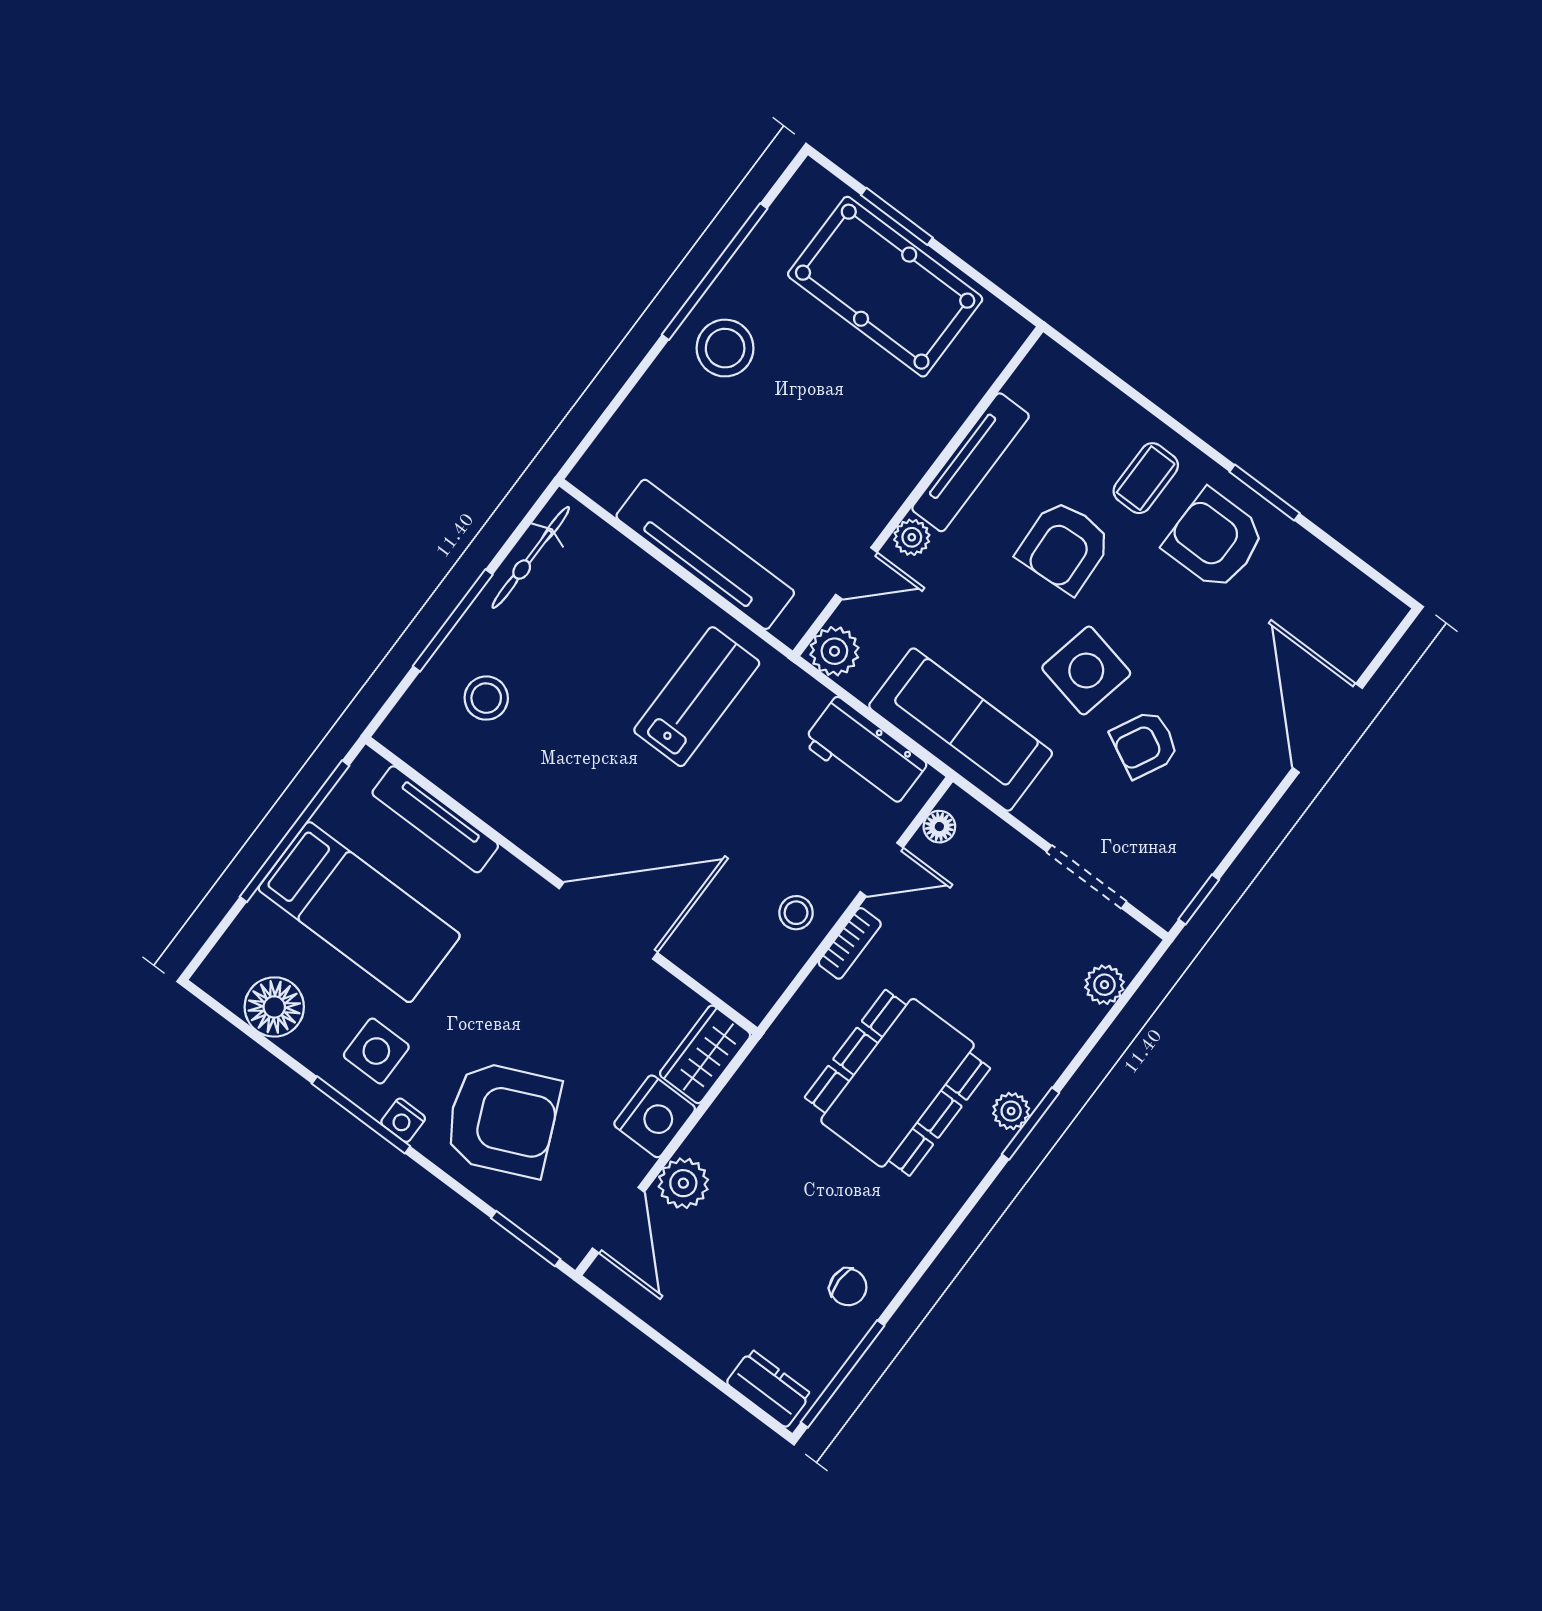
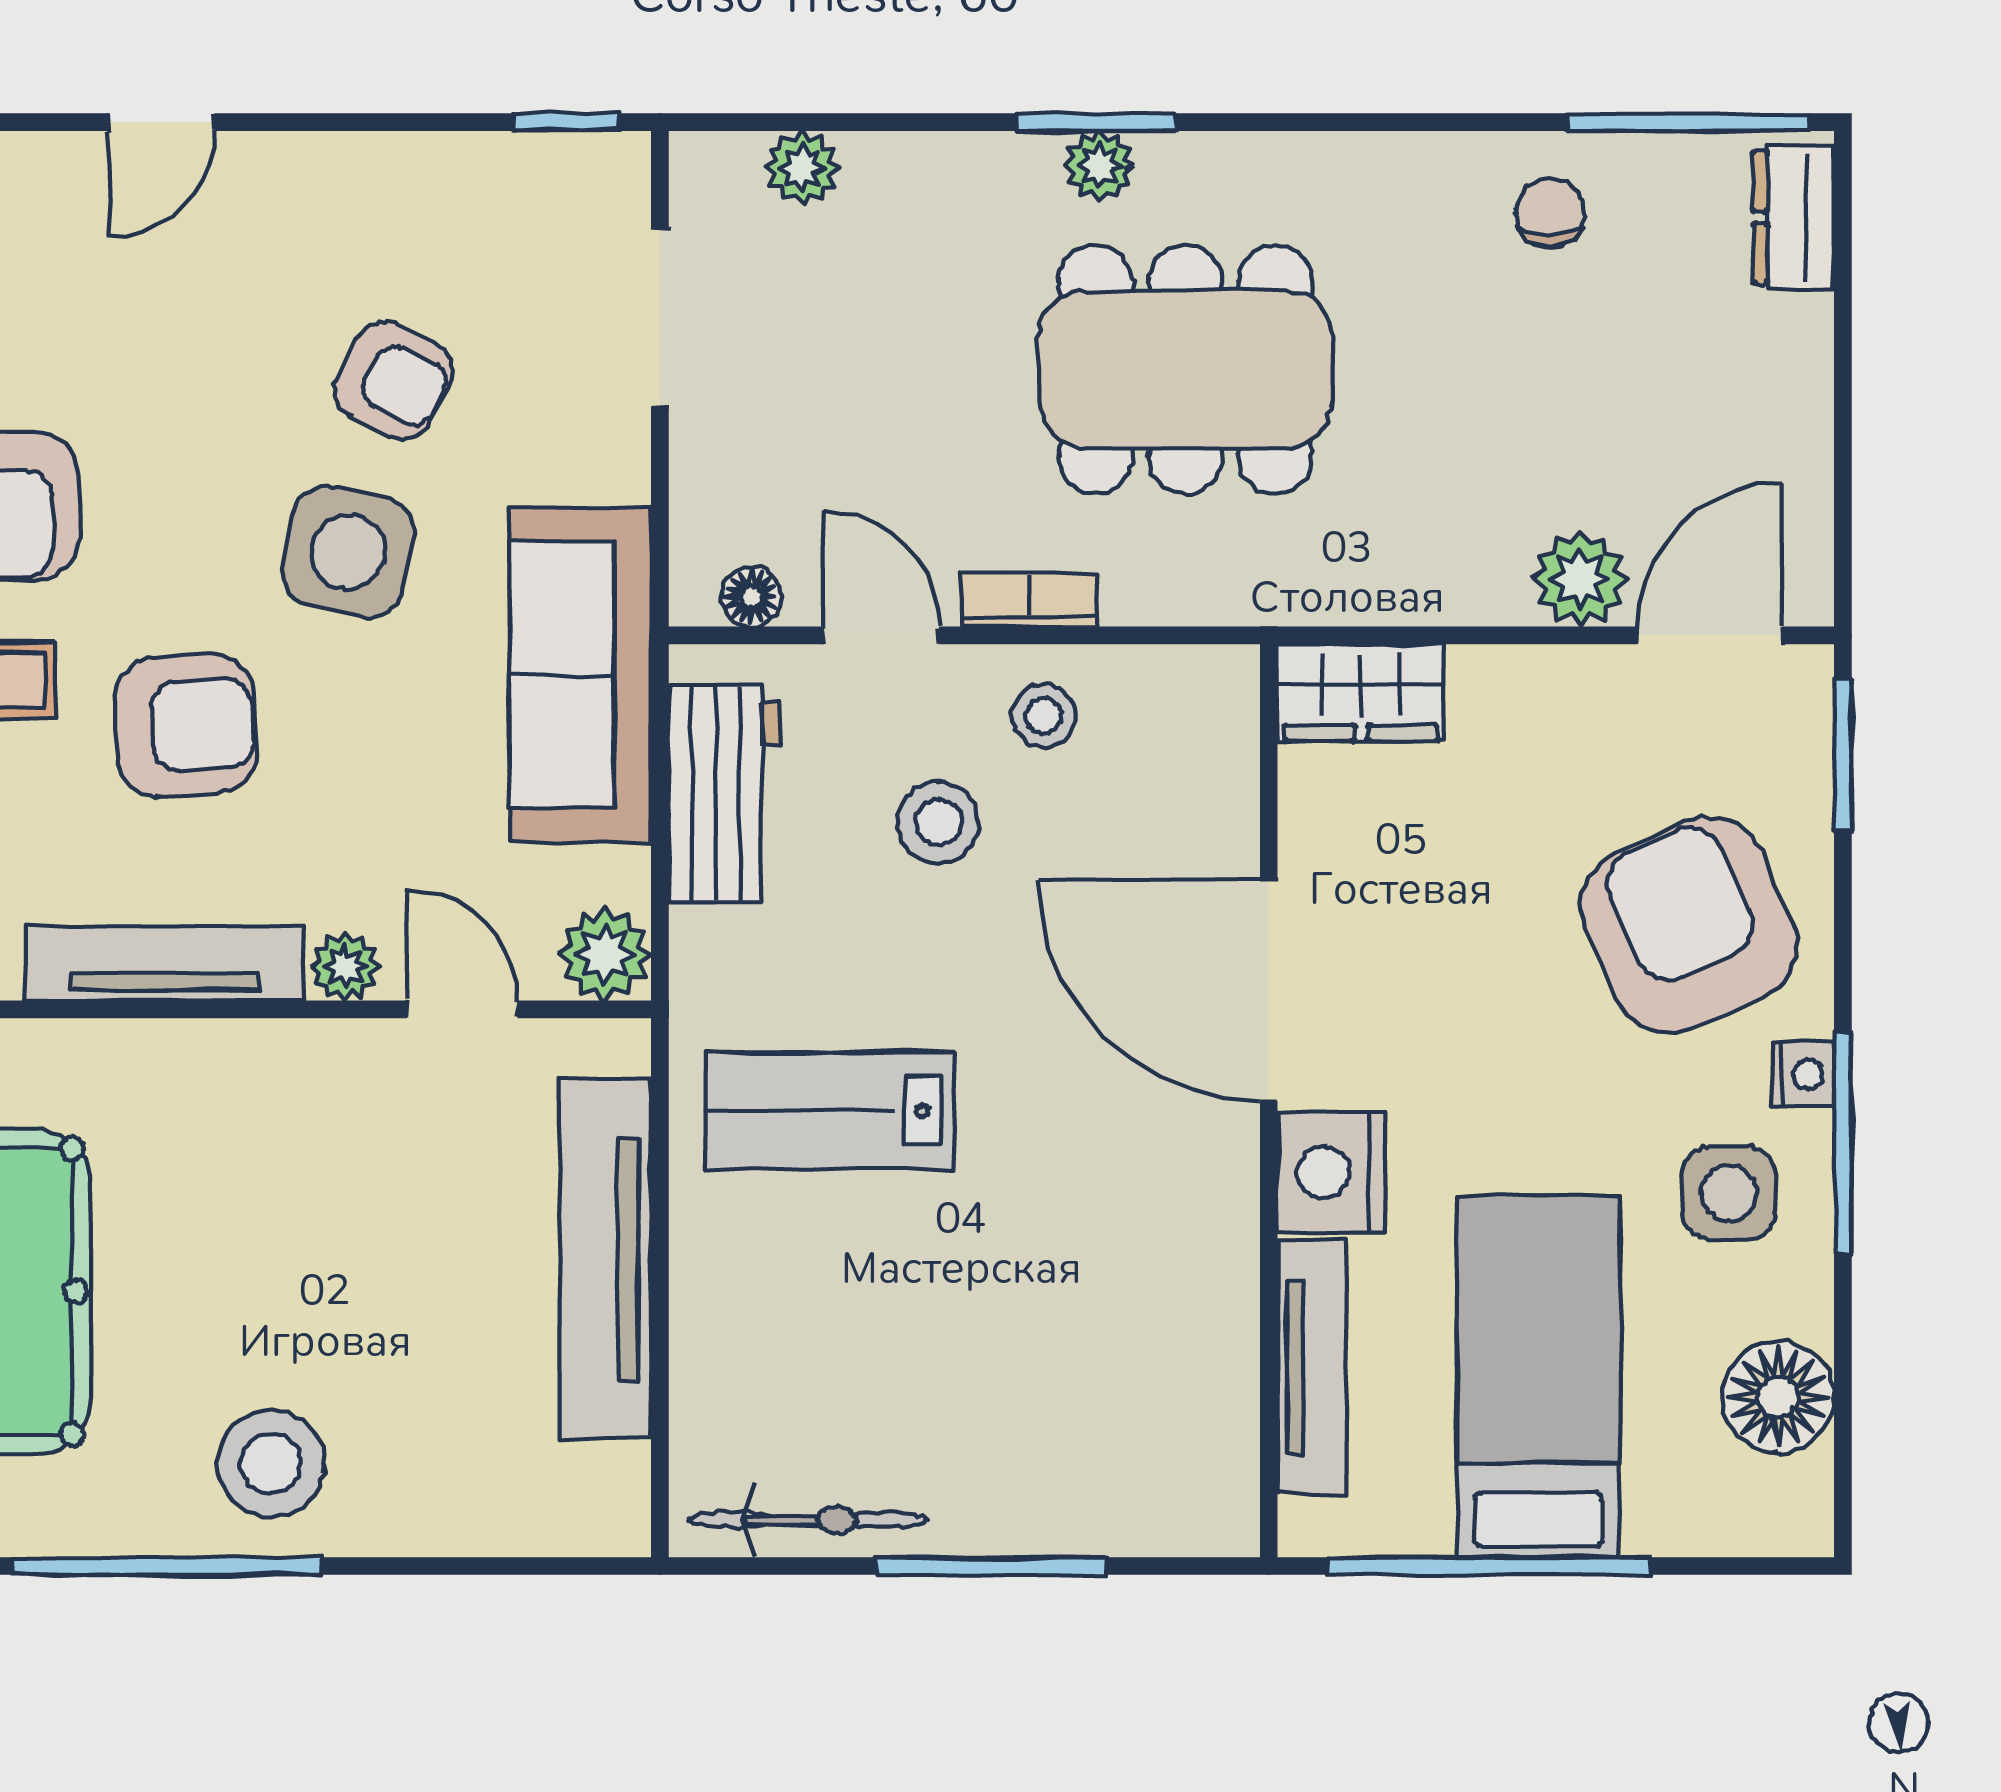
stool: (486, 698) -> (939, 822), moved
door: (1327, 728) -> (162, 122), width x0.53
nightstand: (655, 1116) -> (1332, 1172), moved, turned -90

